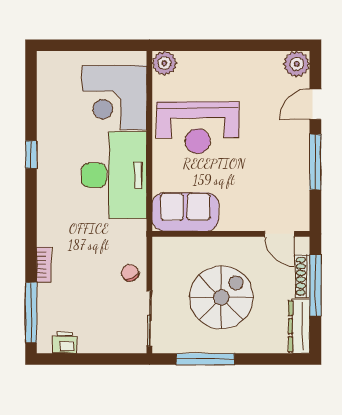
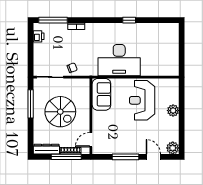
plant: (164, 63) -> (173, 111), moved
corner desk: (114, 98) -> (157, 60), removed

